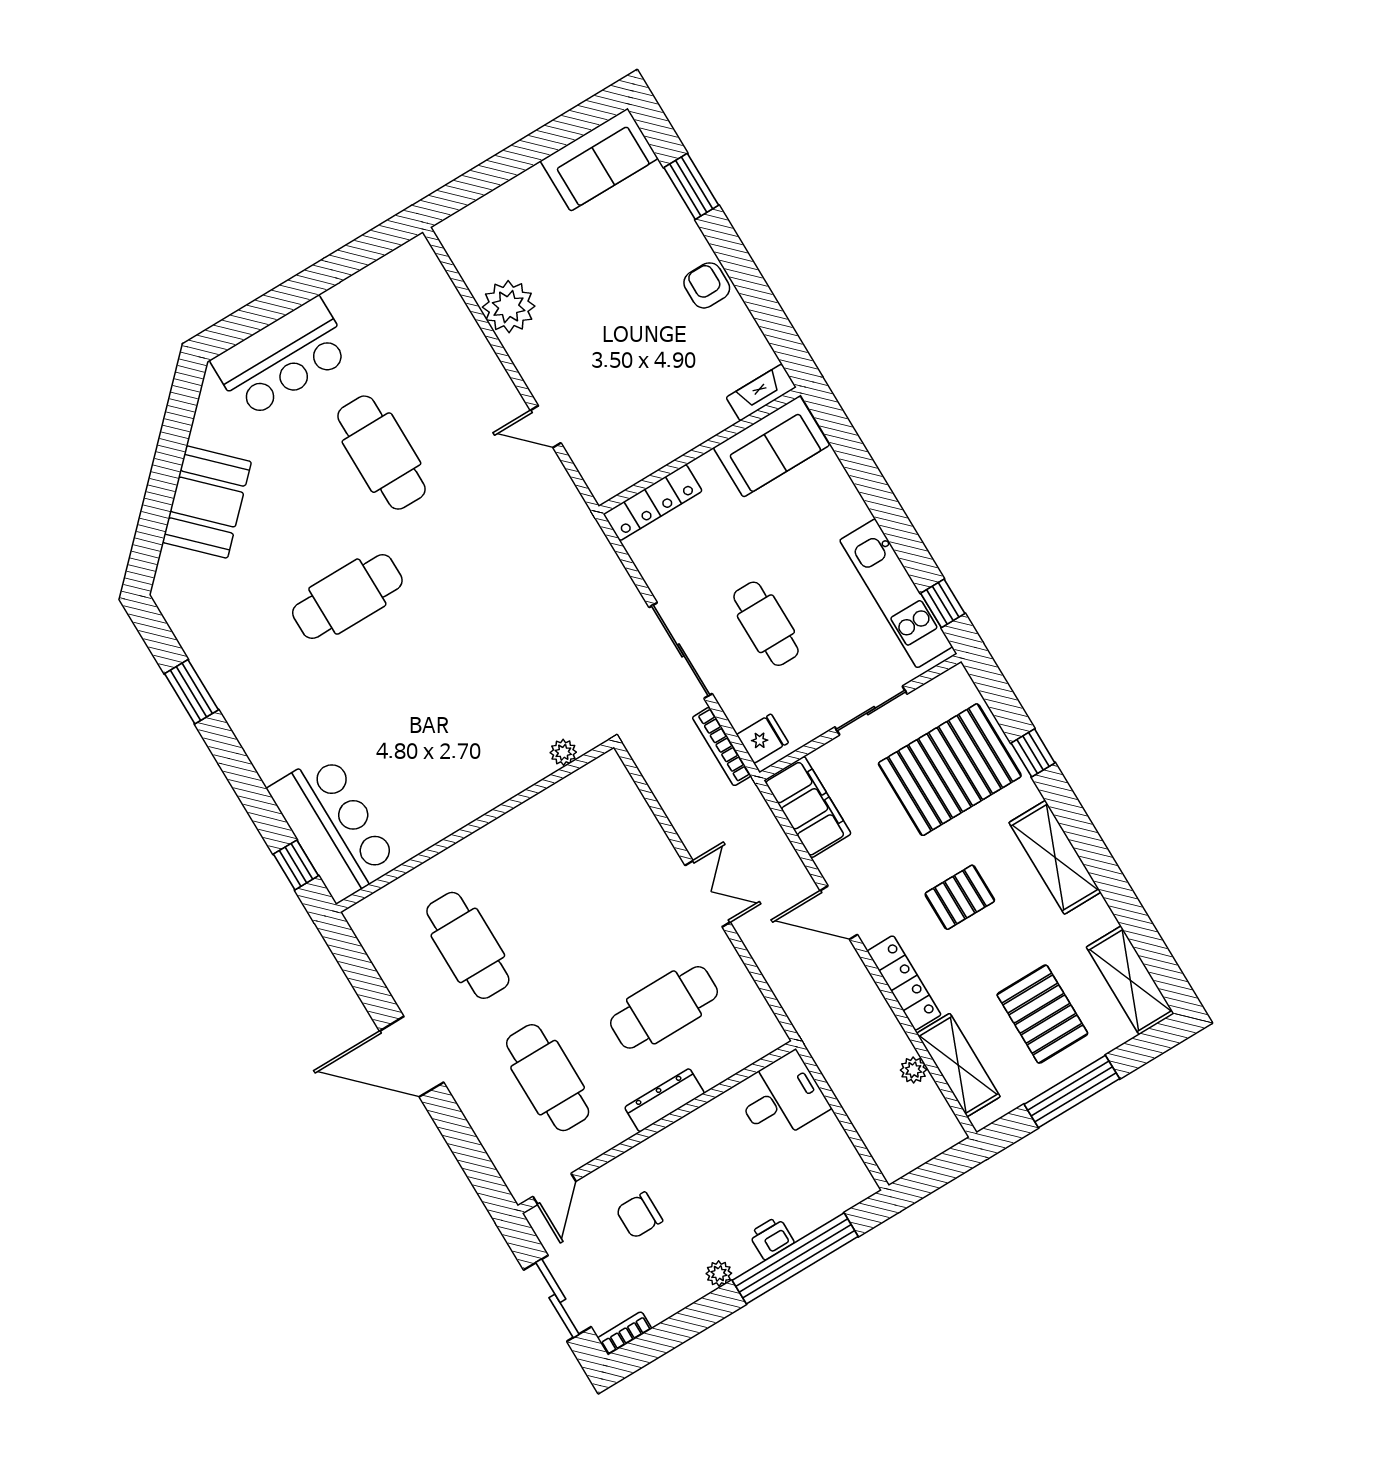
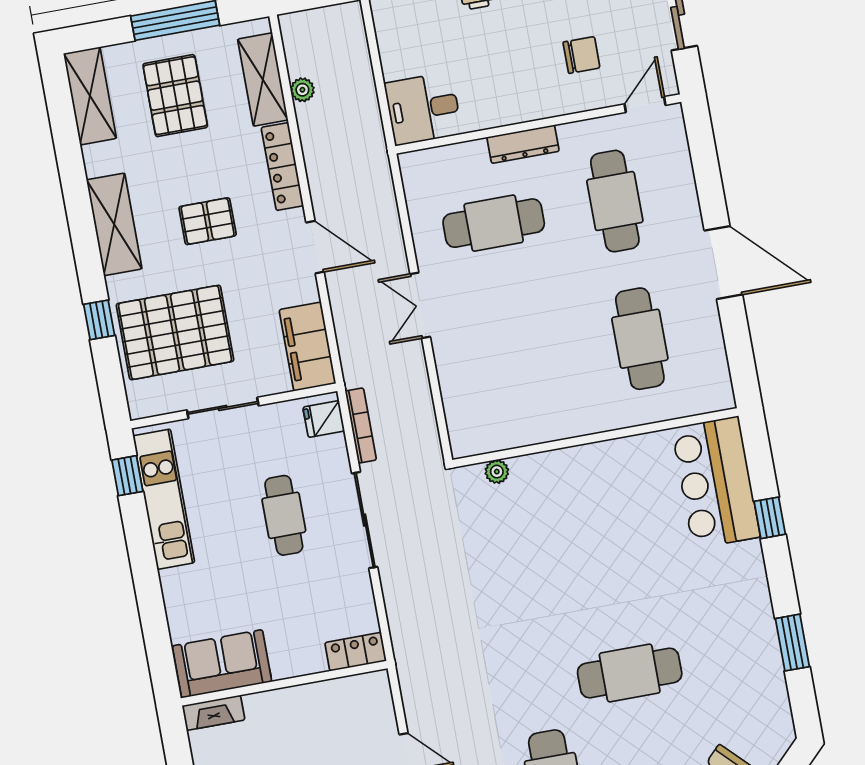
locker: (653, 503) -> (356, 652), width x0.66
window: (296, 865) -> (770, 518), moved

